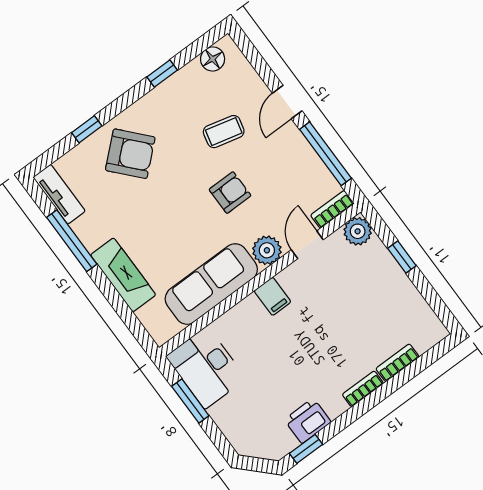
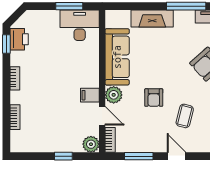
window: (325, 154) -> (139, 156), width x0.69
filing cabinet: (273, 296) -> (90, 95), moved
bookcase: (363, 389) -> (15, 78), moved
printer: (308, 421) -> (19, 39), moved

